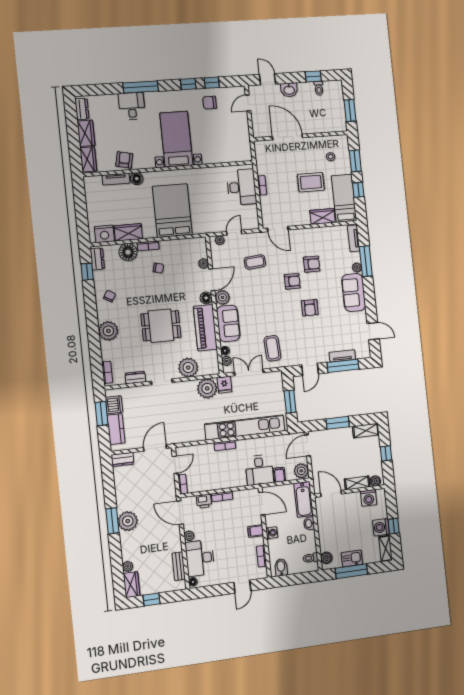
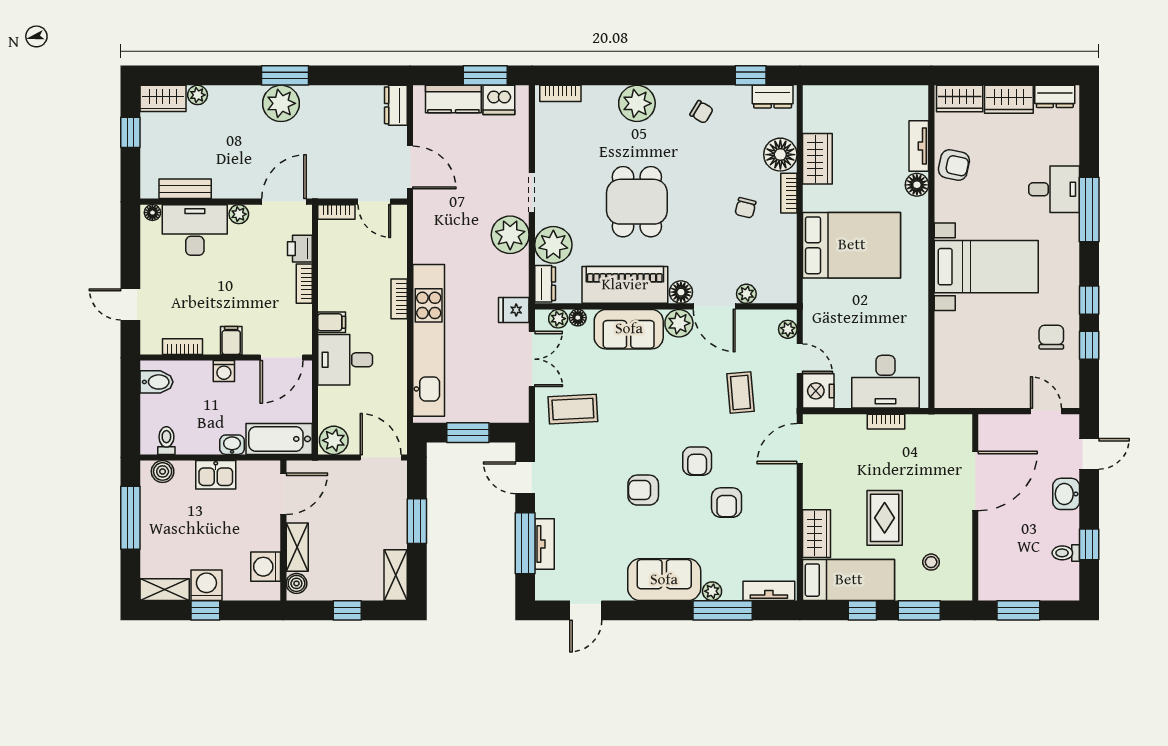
nightstand: (104, 234) -> (818, 391), moved
dresser: (135, 378) -> (545, 284), moved
plant: (207, 388) -> (510, 235), moved
filing cabinet: (279, 475) -> (332, 322), moved
kitchen sink: (352, 559) -> (216, 475), moved, turned 90

